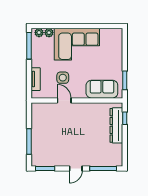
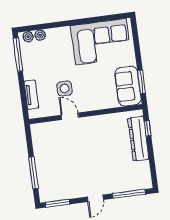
corner sofa: (77, 44) -> (101, 42), moved
sofa: (102, 89) -> (128, 86), moved, turned -90

